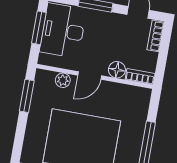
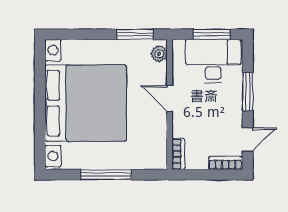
floor lamp: (117, 70) -> (181, 127), removed
plant: (63, 80) -> (159, 54), moved

